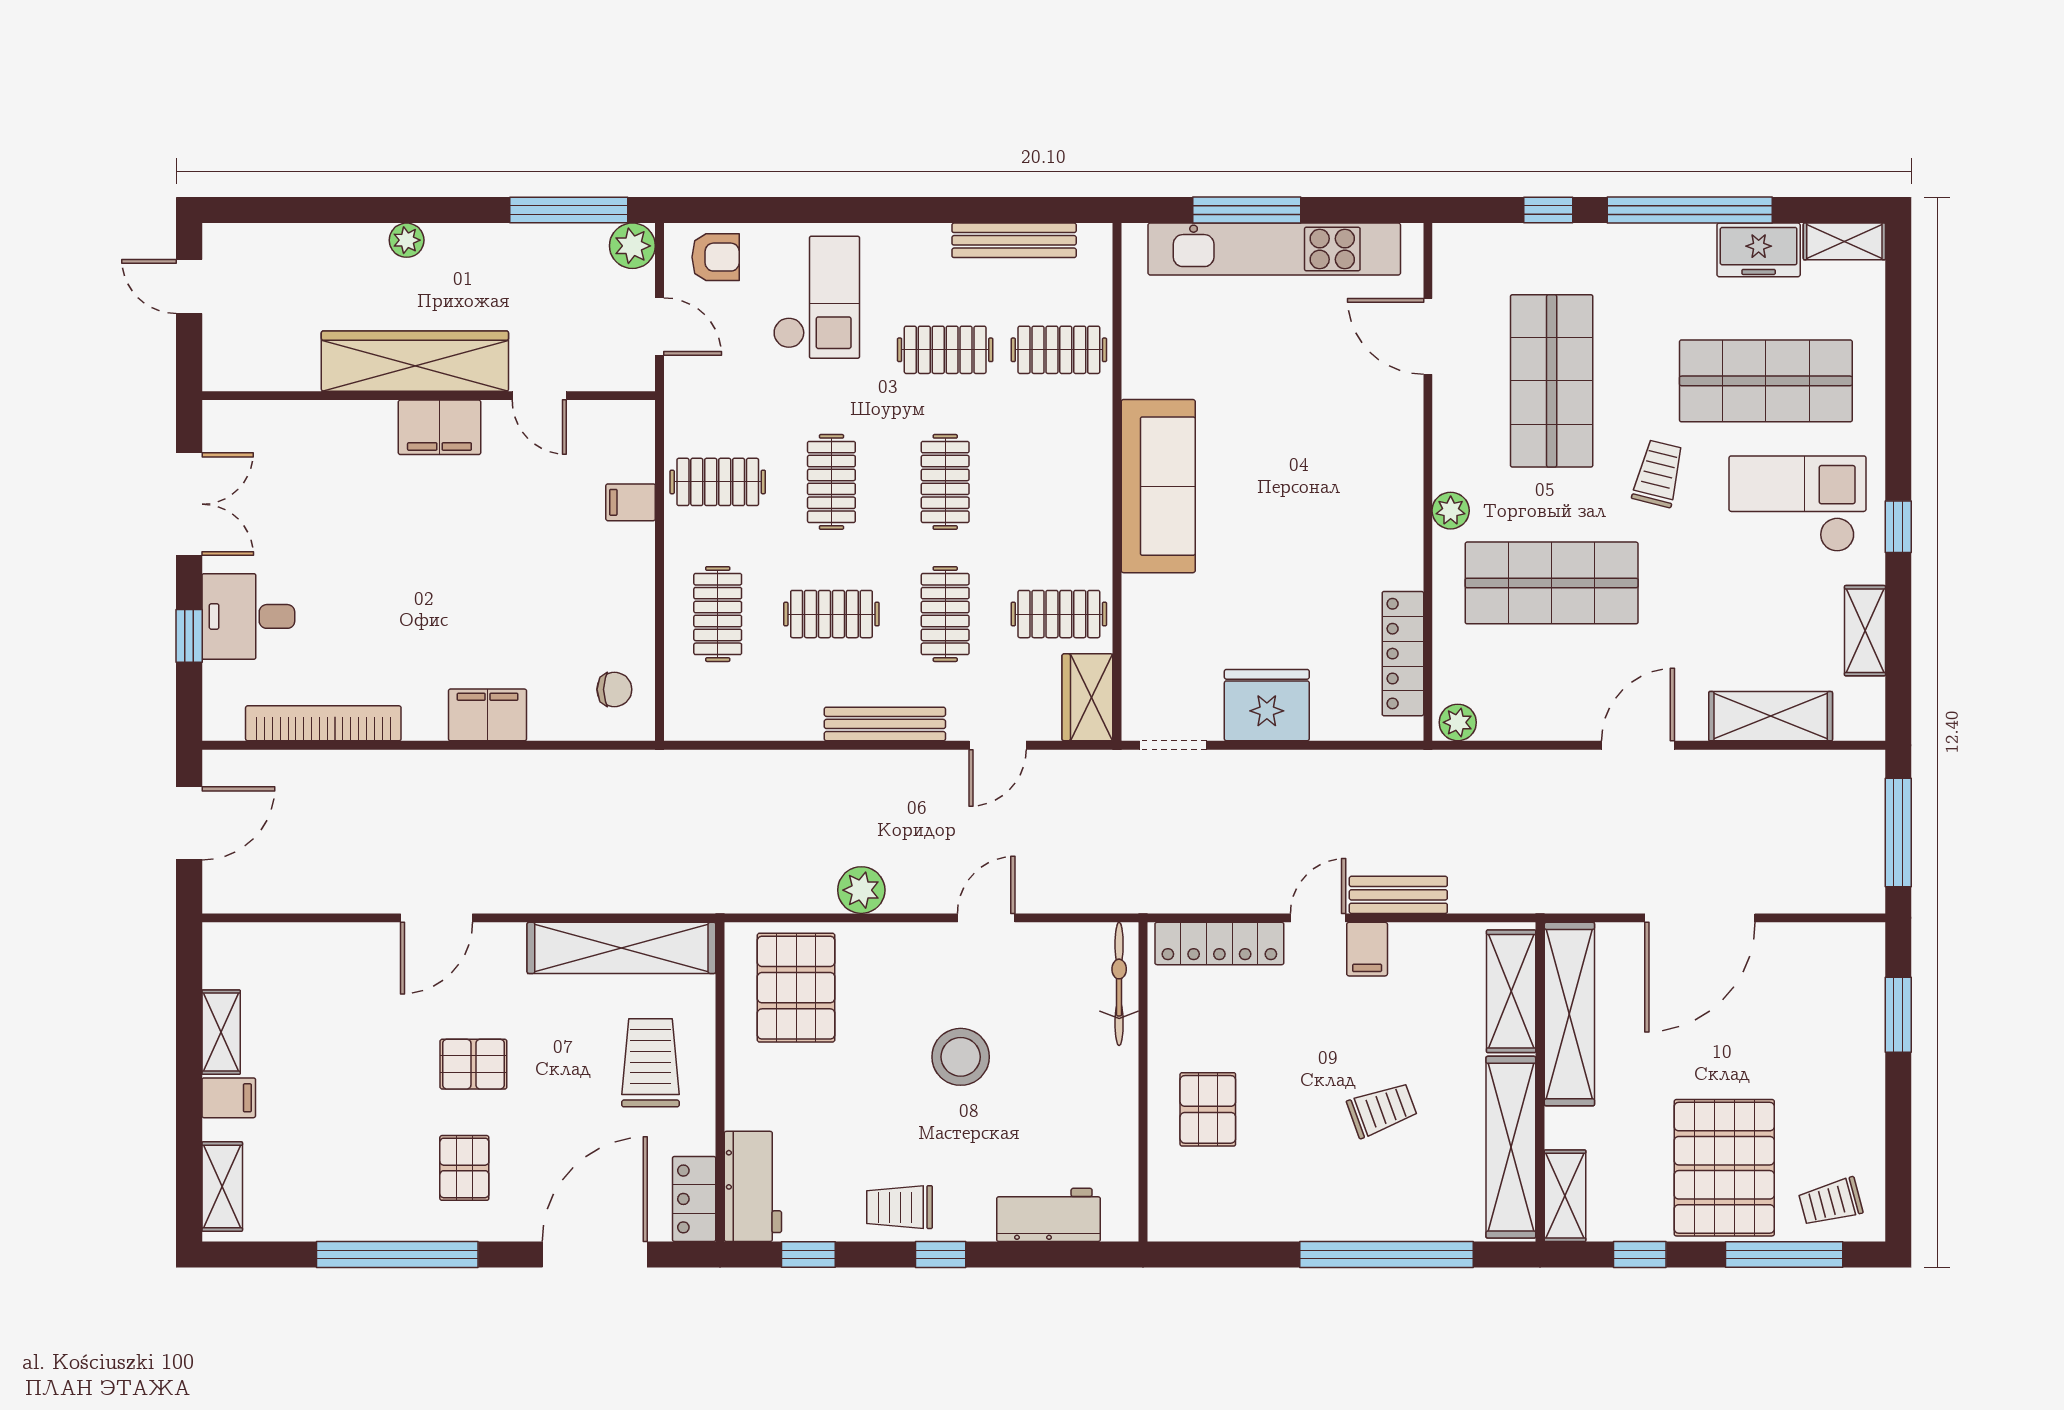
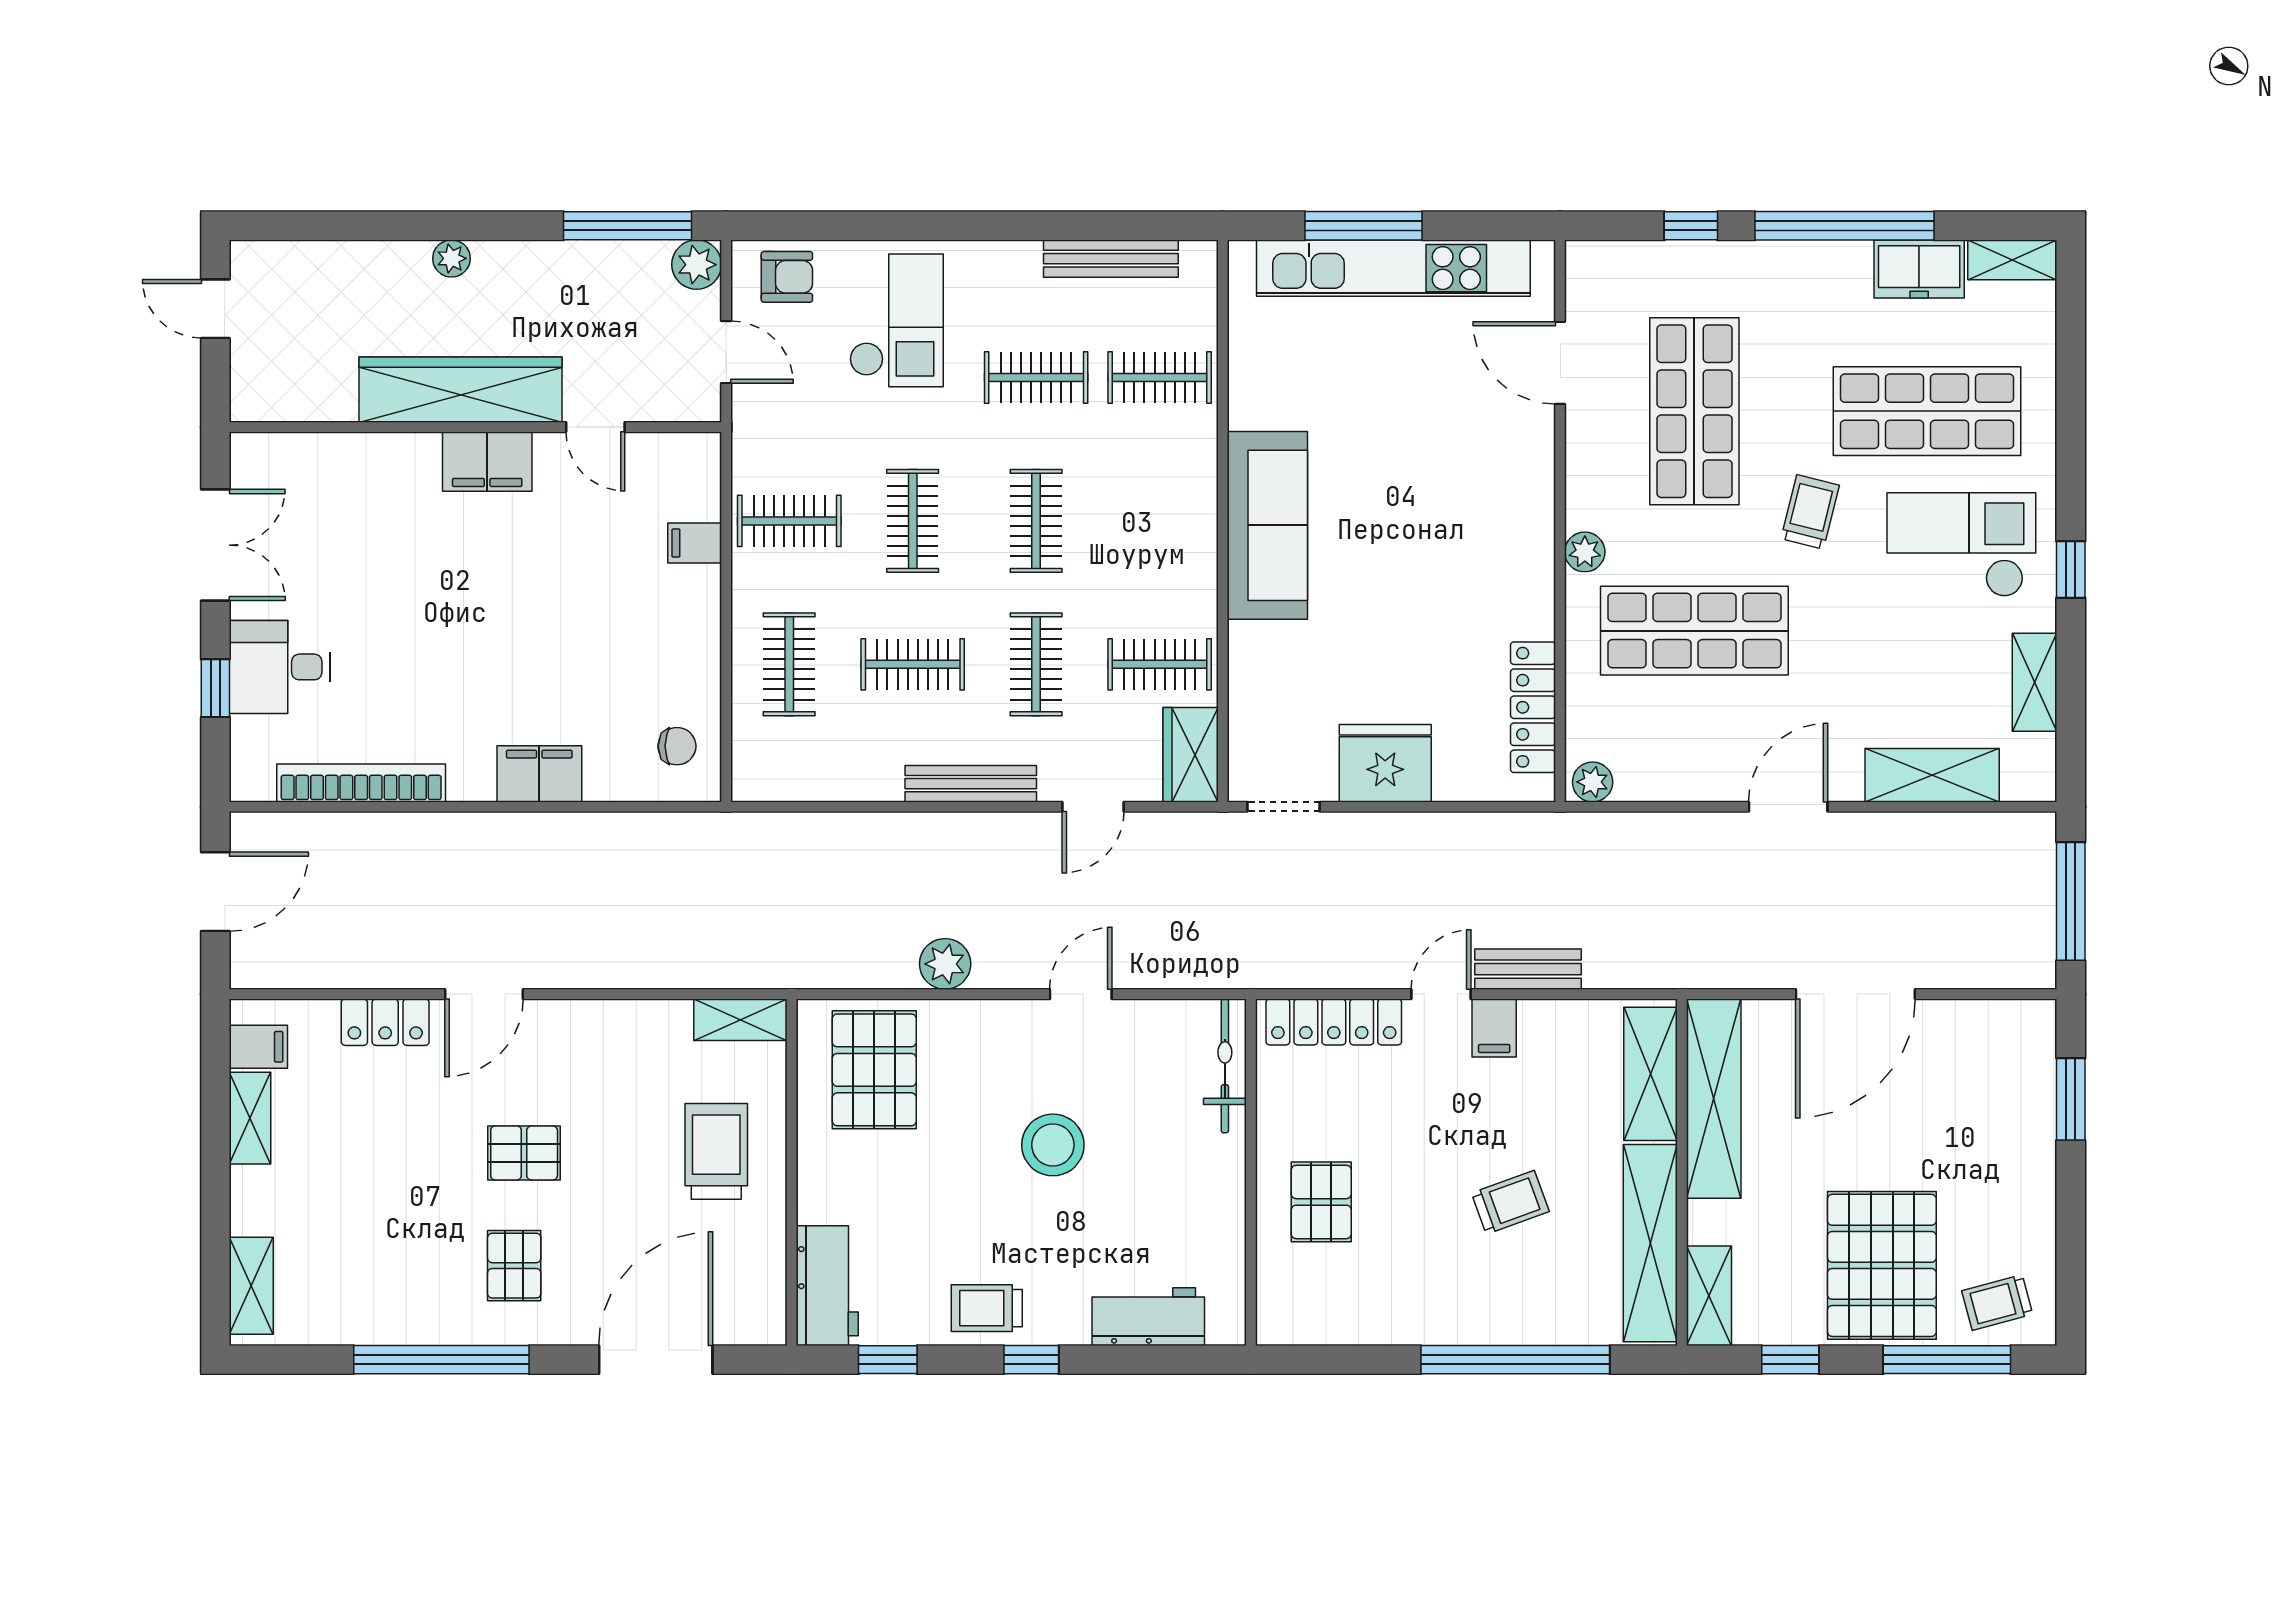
shelving: (621, 948) -> (740, 1020), width x0.45, depth x0.75
filing cabinet: (229, 1098) -> (258, 1047), moved
locker: (694, 1199) -> (385, 1022), moved, turned -90

